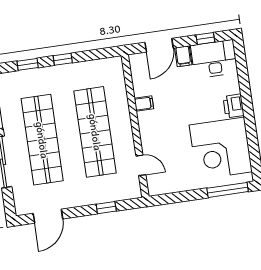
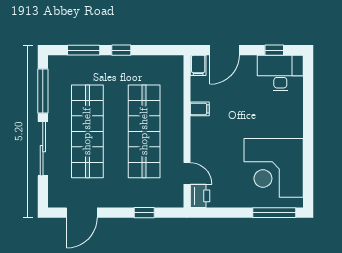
filing cabinet: (183, 56) -> (198, 65), moved
window: (28, 64) -> (84, 50), width x1.50
printer: (234, 106) -> (200, 196), moved, turned 180

